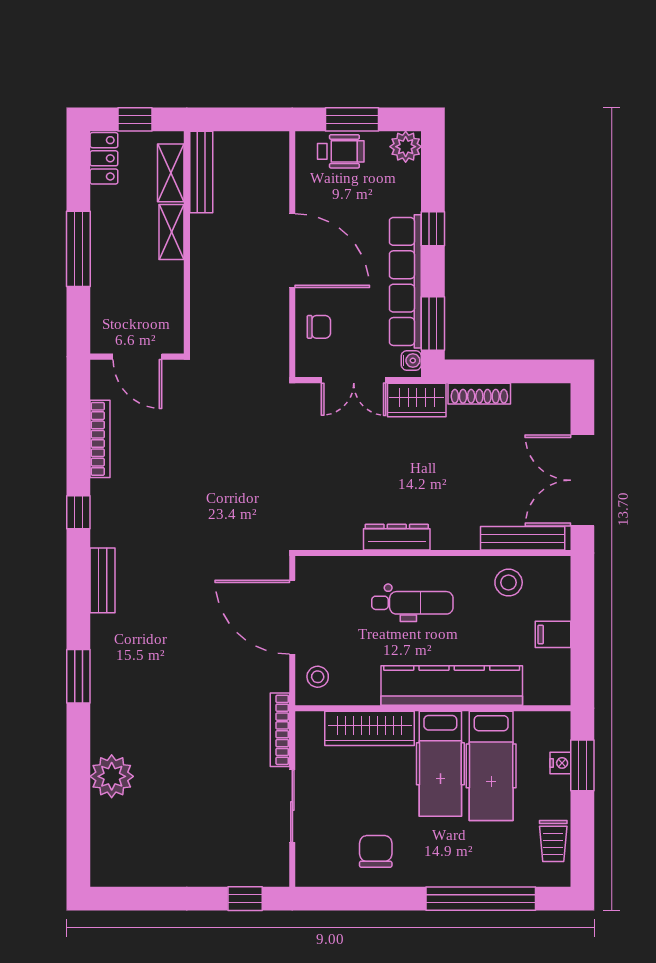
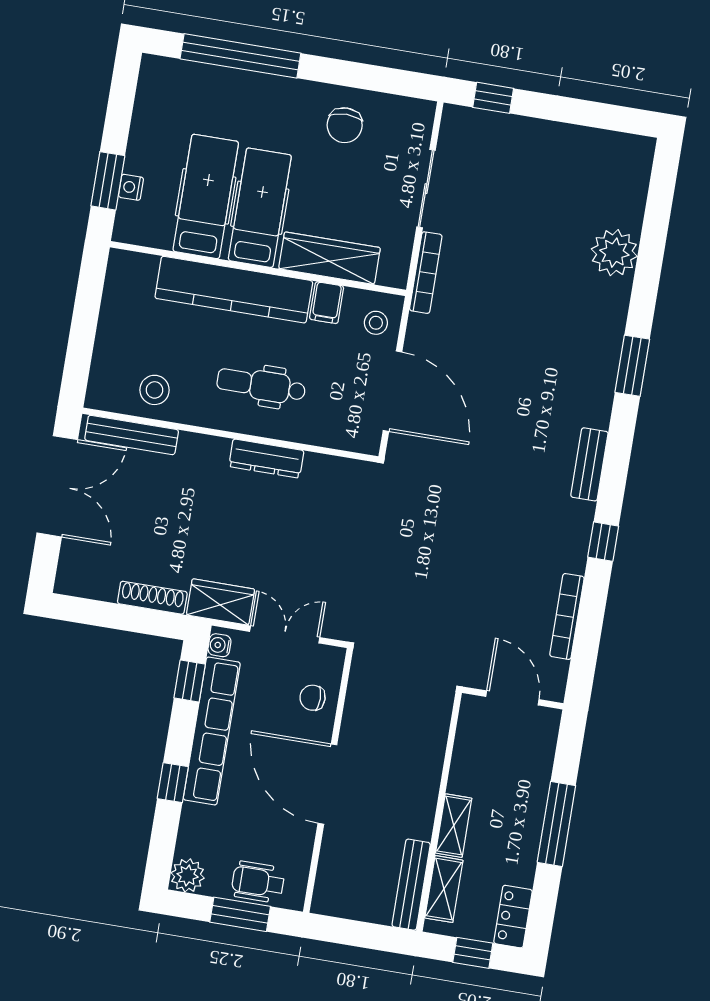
window: (433, 324) -> (190, 681), width x0.67
filing cabinet: (553, 634) -> (327, 303), moved, turned 90
trolley: (553, 841) -> (152, 105), removed

